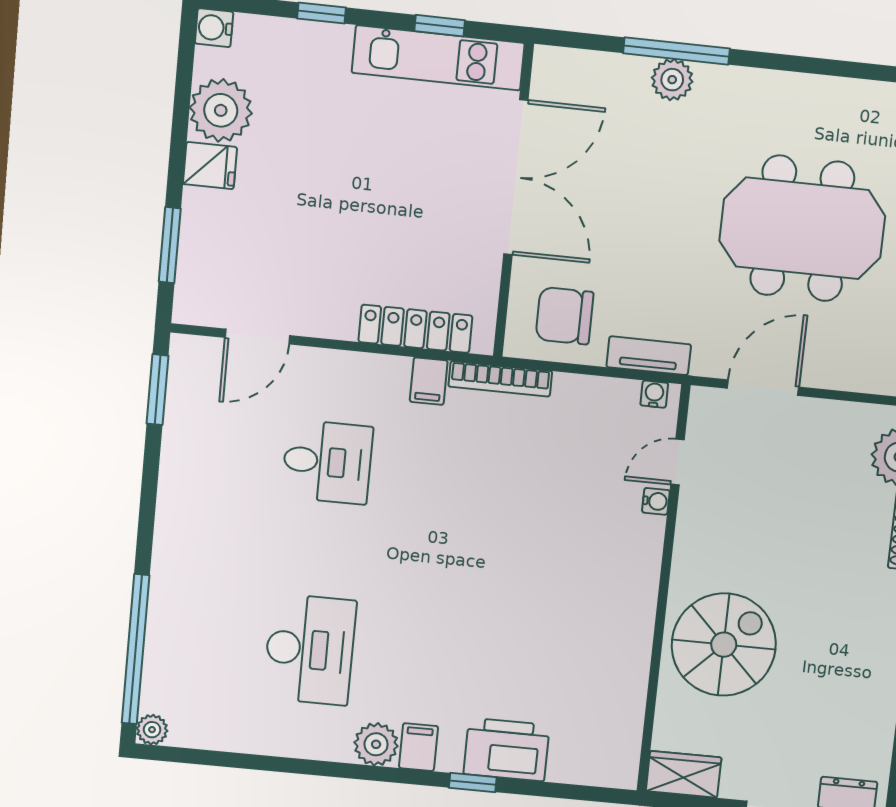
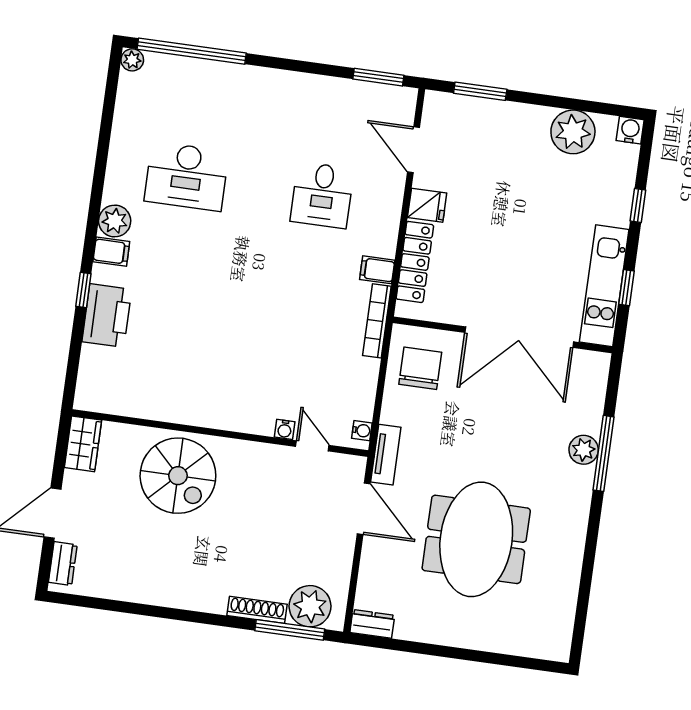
fridge: (210, 166) -> (427, 205), moved, turned -90
tv unit: (649, 356) -> (386, 455), moved

